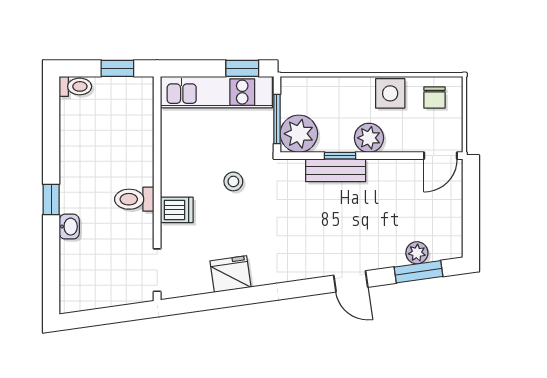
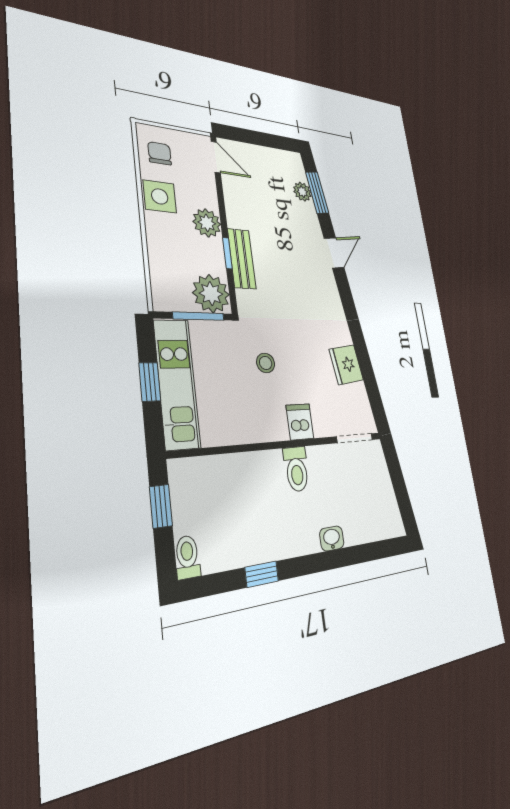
window: (242, 68) -> (150, 382), moved
chair: (434, 97) -> (160, 153), turned -90
window: (51, 200) -> (262, 574), moved

